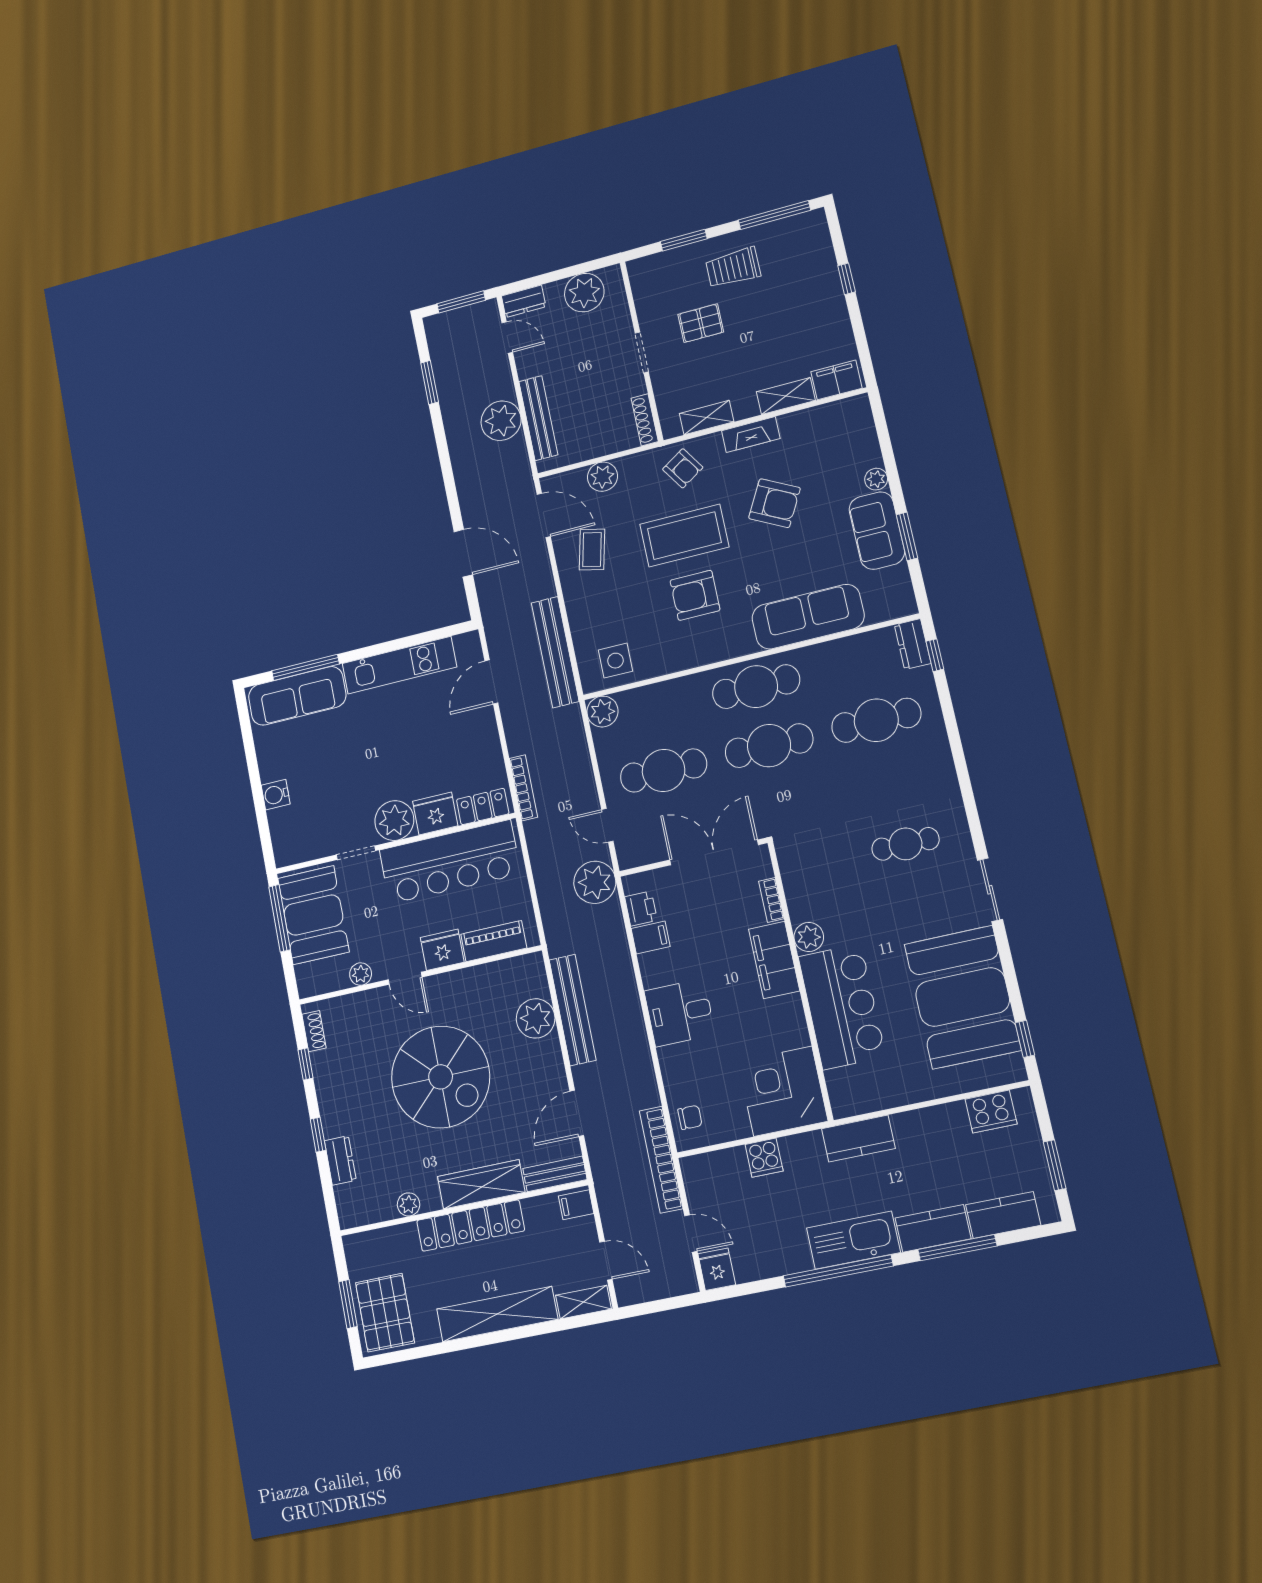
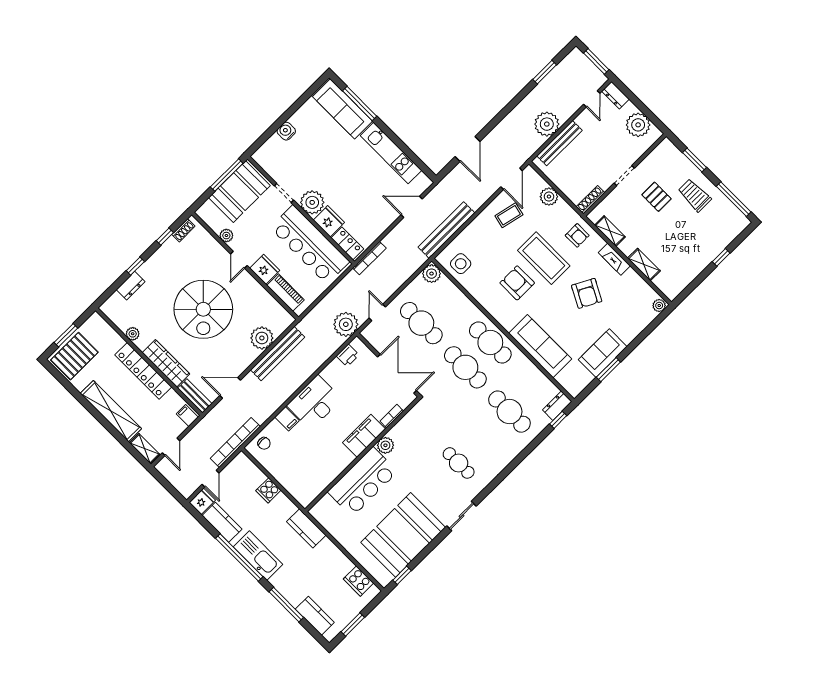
filing cabinet: (837, 380) -> (667, 285), removed
armchair: (683, 468) -> (577, 235), turned -57
plant: (876, 479) -> (659, 306), moved
filing cabinet: (651, 938) -> (287, 419), moved
desk: (680, 1013) -> (314, 402), width x1.37
corner desk: (783, 1091) -> (305, 479), removed
kitchen counter: (933, 1228) -> (222, 522), moved

